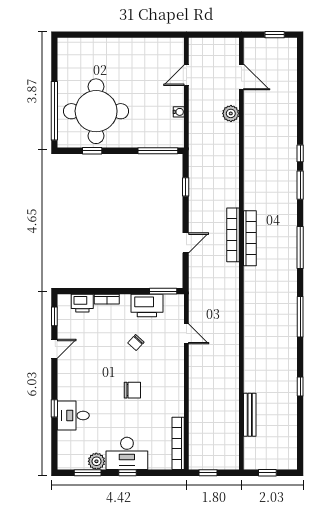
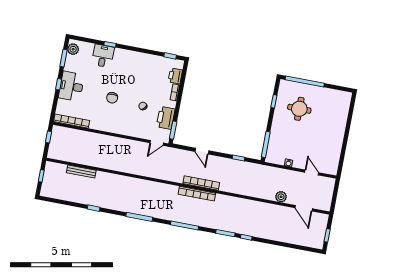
door: (241, 77) -> (304, 208), hinge flipped
round table: (96, 111) -> (299, 109), width x0.54, depth x0.54
door: (186, 334) -> (157, 143), moved
door: (54, 349) -> (149, 52), removed
plant: (96, 461) -> (73, 49), moved

